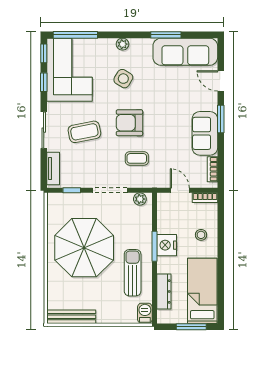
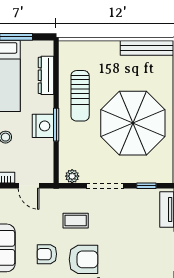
armchair: (163, 128) -> (47, 254), added
coffee table: (84, 132) -> (133, 250), removed
barbecue: (145, 313) -> (67, 52), removed

